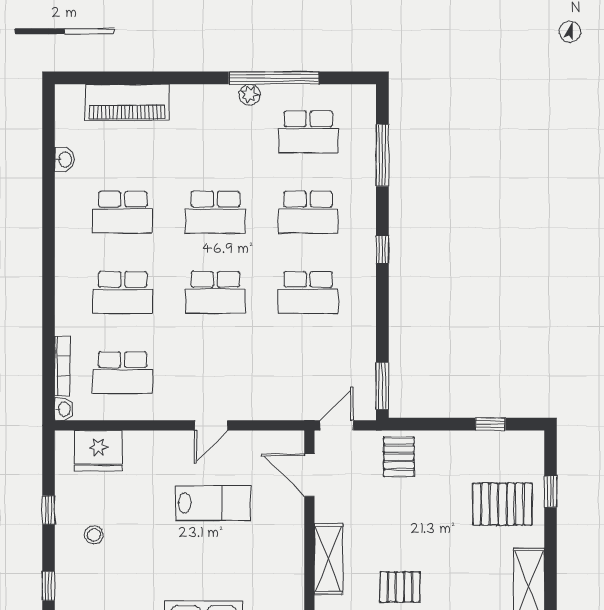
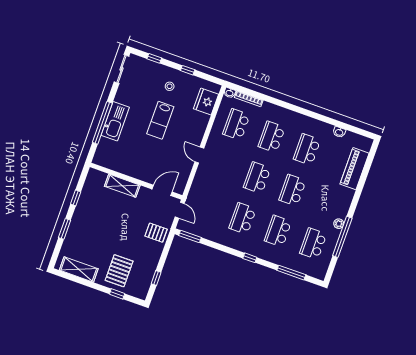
lab bench: (213, 503) -> (160, 120), moved
pallet: (400, 587) -> (99, 213), removed

